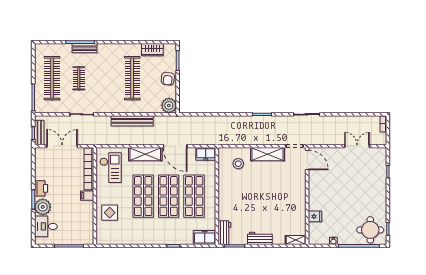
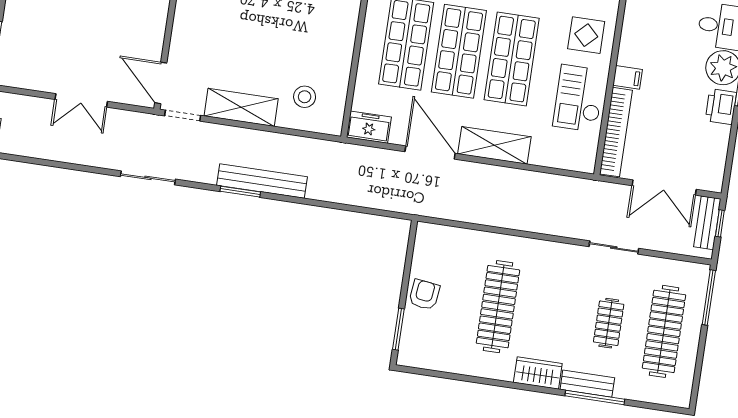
wardrobe: (152, 50) -> (538, 373), moved
plant: (169, 105) -> (430, 239), removed
bench: (132, 121) -> (262, 181), moved
double door: (357, 146) -> (81, 100), moved
checkout: (111, 168) -> (579, 98), moved

